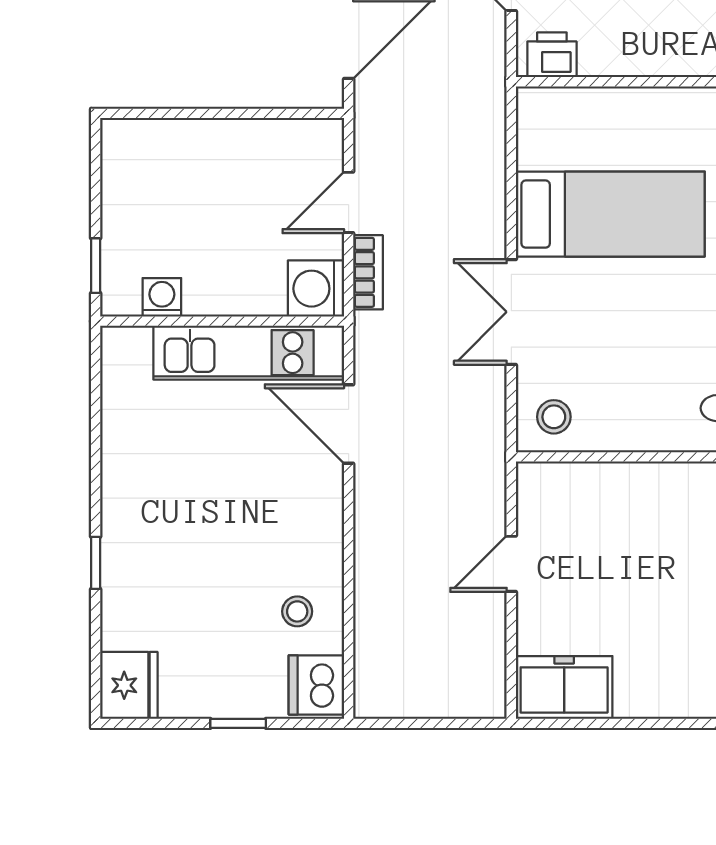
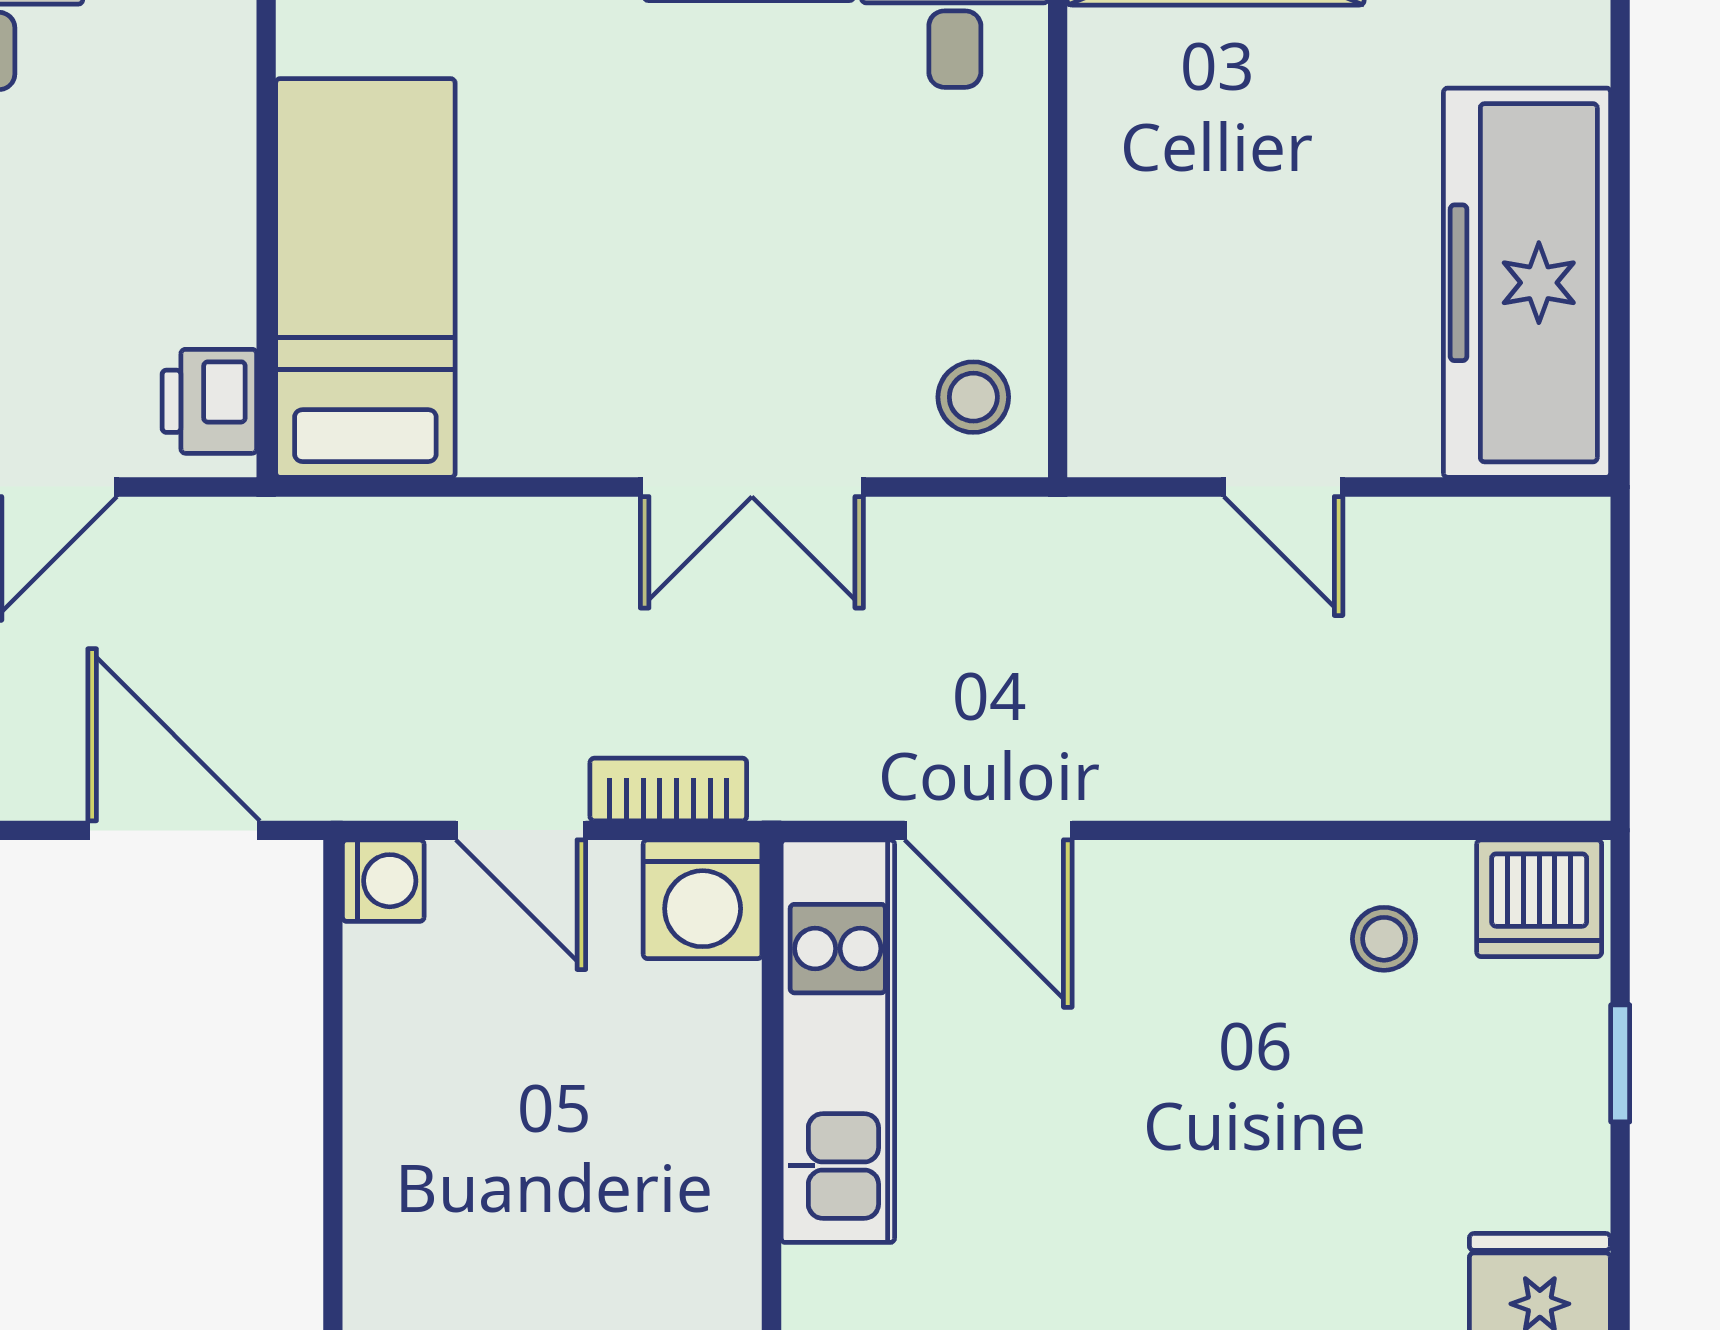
bed: (610, 214) -> (365, 278), moved
washing machine: (162, 297) -> (383, 881), moved, turned 180
door: (349, 424) -> (988, 830), hinge flipped
freezer: (564, 687) -> (1527, 283), width x1.91, depth x1.26

